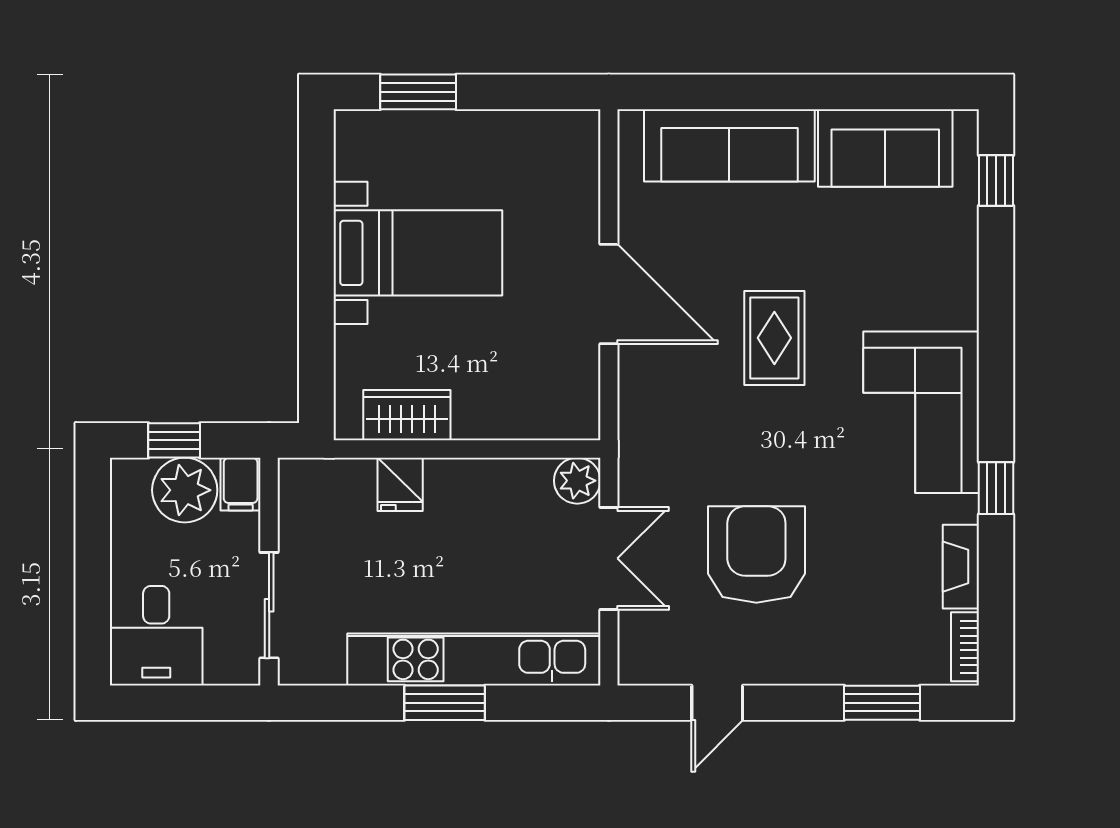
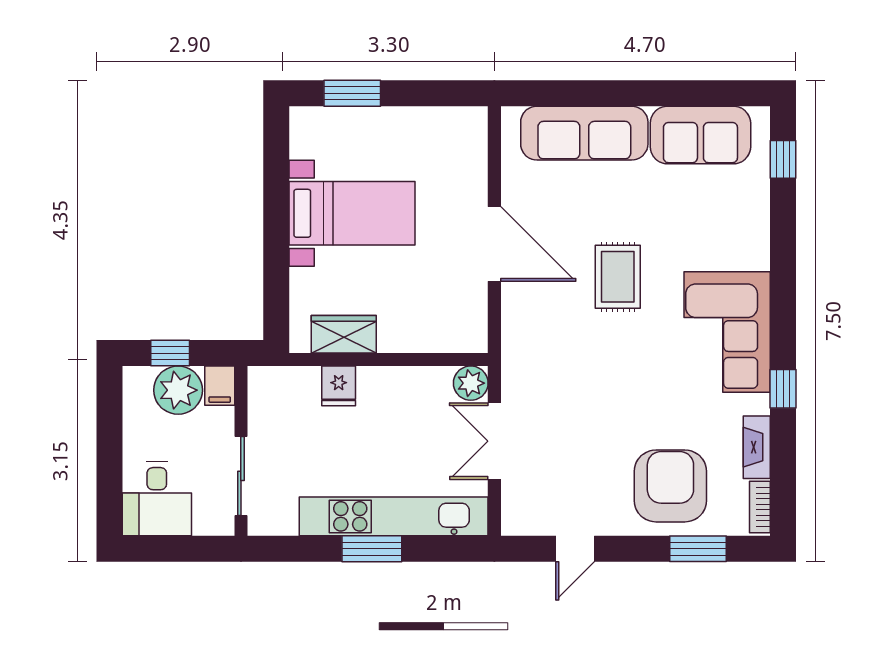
armchair: (756, 554) -> (670, 486), moved
double door: (609, 558) -> (494, 441), swing flipped

